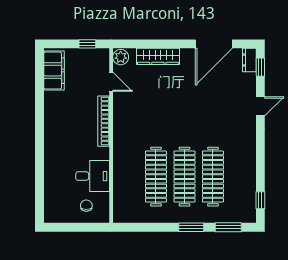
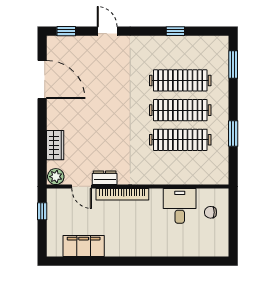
wardrobe: (158, 56) -> (55, 145), width x0.67
dresser: (249, 60) -> (105, 178), moved, turned 180
filing cabinet: (54, 71) -> (84, 246), moved
door: (111, 82) -> (82, 186), swing flipped
window: (260, 200) -> (175, 31), moved
window: (191, 227) -> (233, 134), moved

